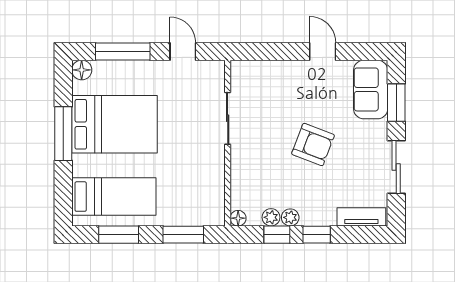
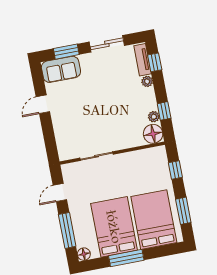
armchair: (313, 144) -> (103, 99), removed
bed: (114, 197) -> (154, 220), width x1.50
plant: (290, 217) -> (147, 81), moved
floor lamp: (238, 218) -> (153, 134), width x1.89, depth x1.89
window: (183, 235) -> (175, 170), width x0.67
window: (317, 235) -> (155, 62), moved

